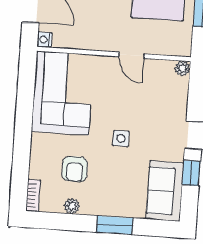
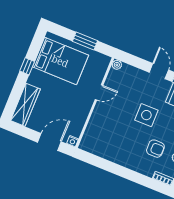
corner sofa: (63, 93) -> (108, 141), removed
side table: (121, 138) -> (146, 115), width x1.87, depth x1.87

